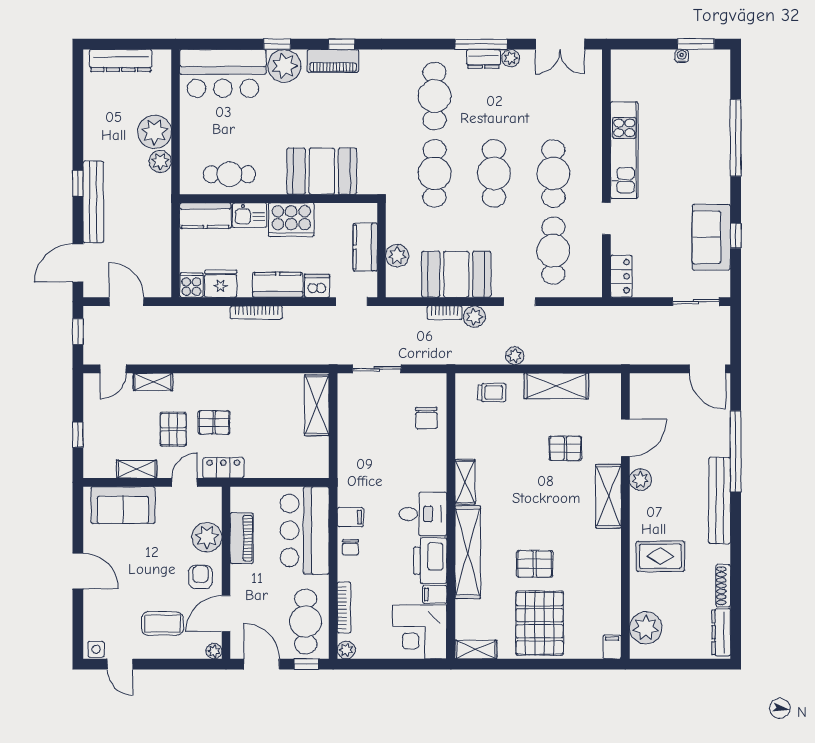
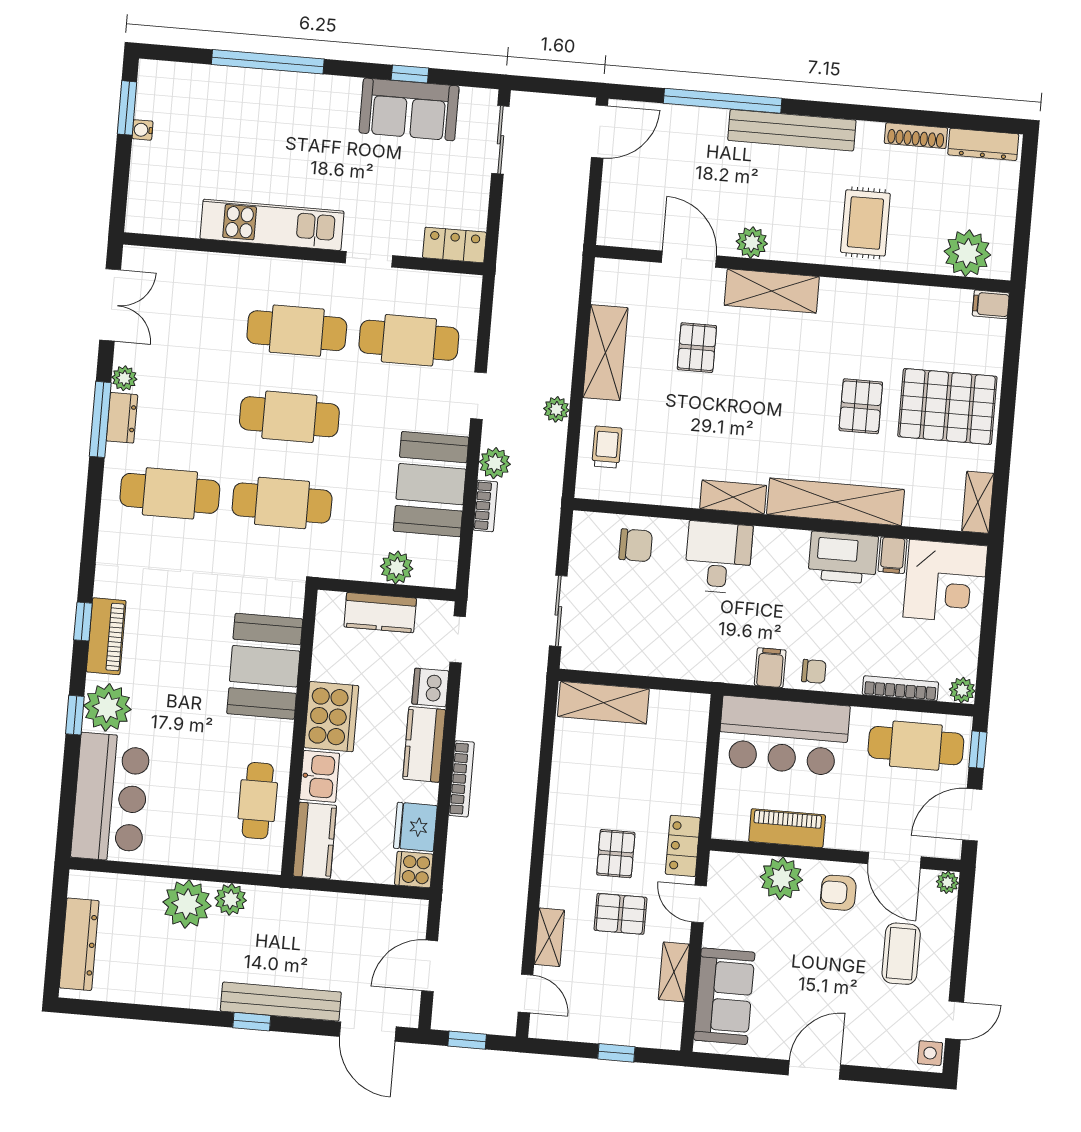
desk: (423, 514) -> (718, 557), moved

